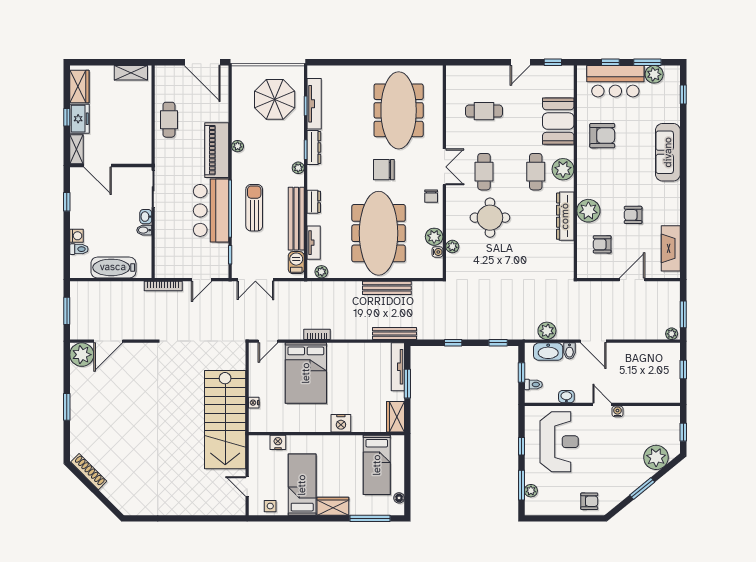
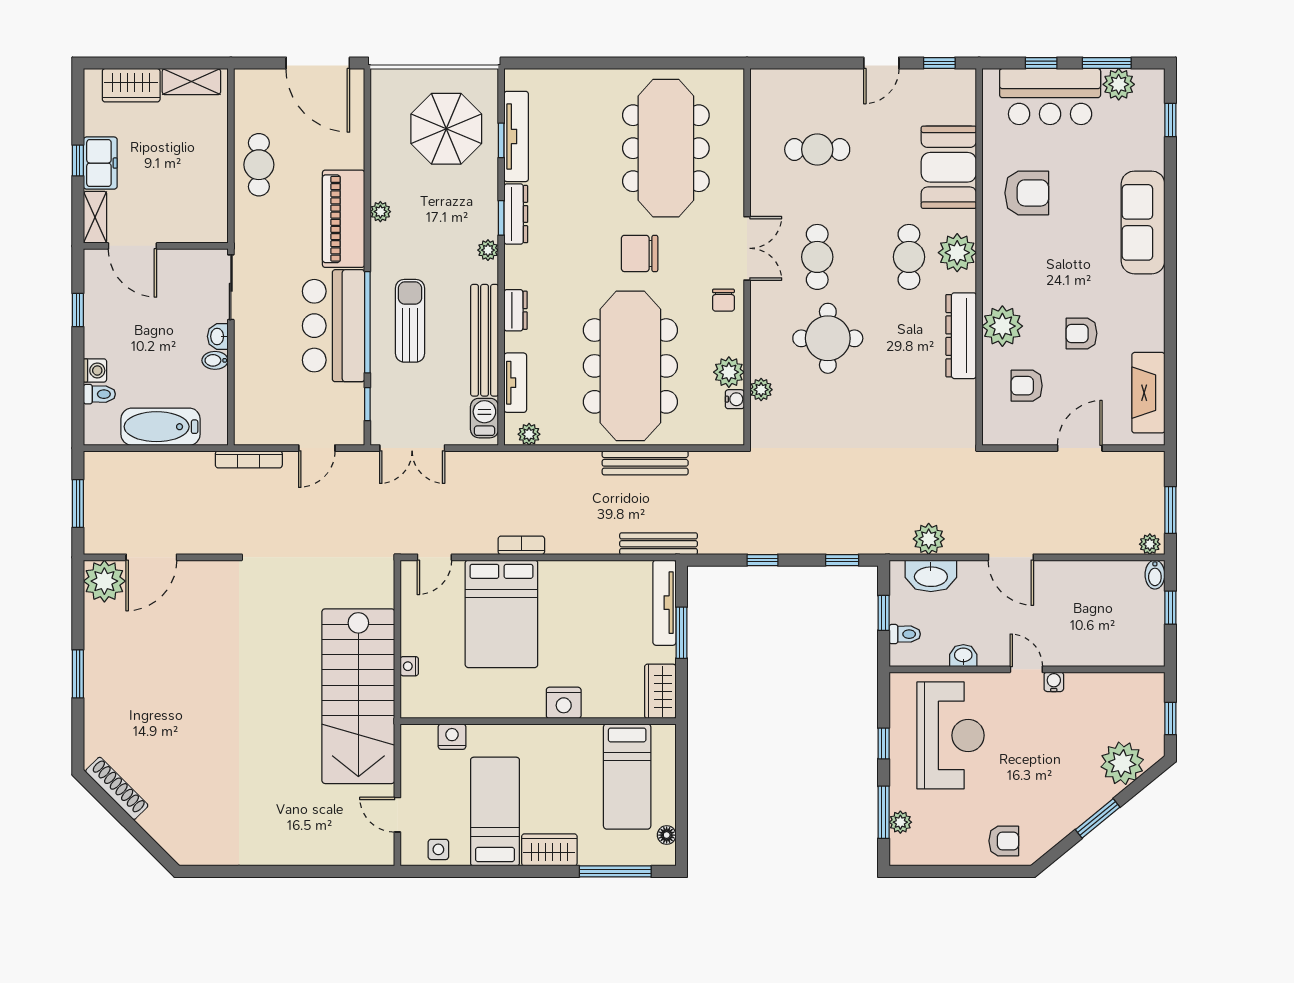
wardrobe: (79, 87) -> (131, 85), moved, turned 90
bidet: (569, 351) -> (1155, 575), moved

